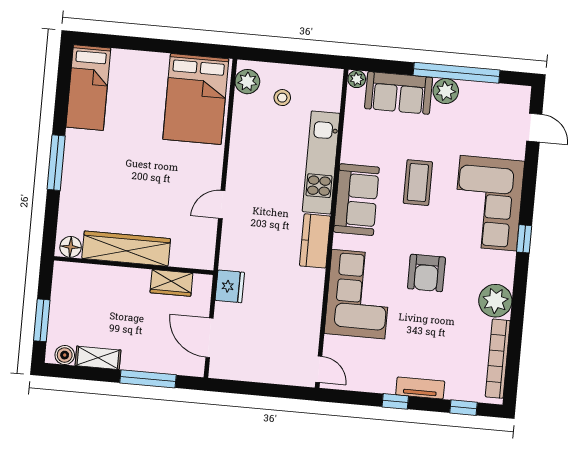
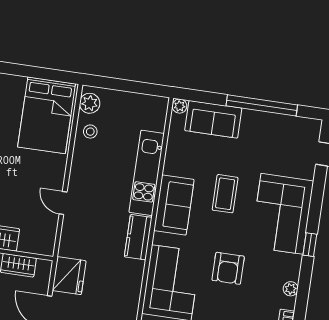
plant: (446, 91) -> (252, 120), removed
stool: (282, 98) -> (90, 132), moved
door: (222, 205) -> (63, 203), hinge flipped
fridge: (230, 286) -> (69, 276), width x1.36, depth x1.34
plant: (495, 301) -> (291, 289), width x0.53, depth x0.53

